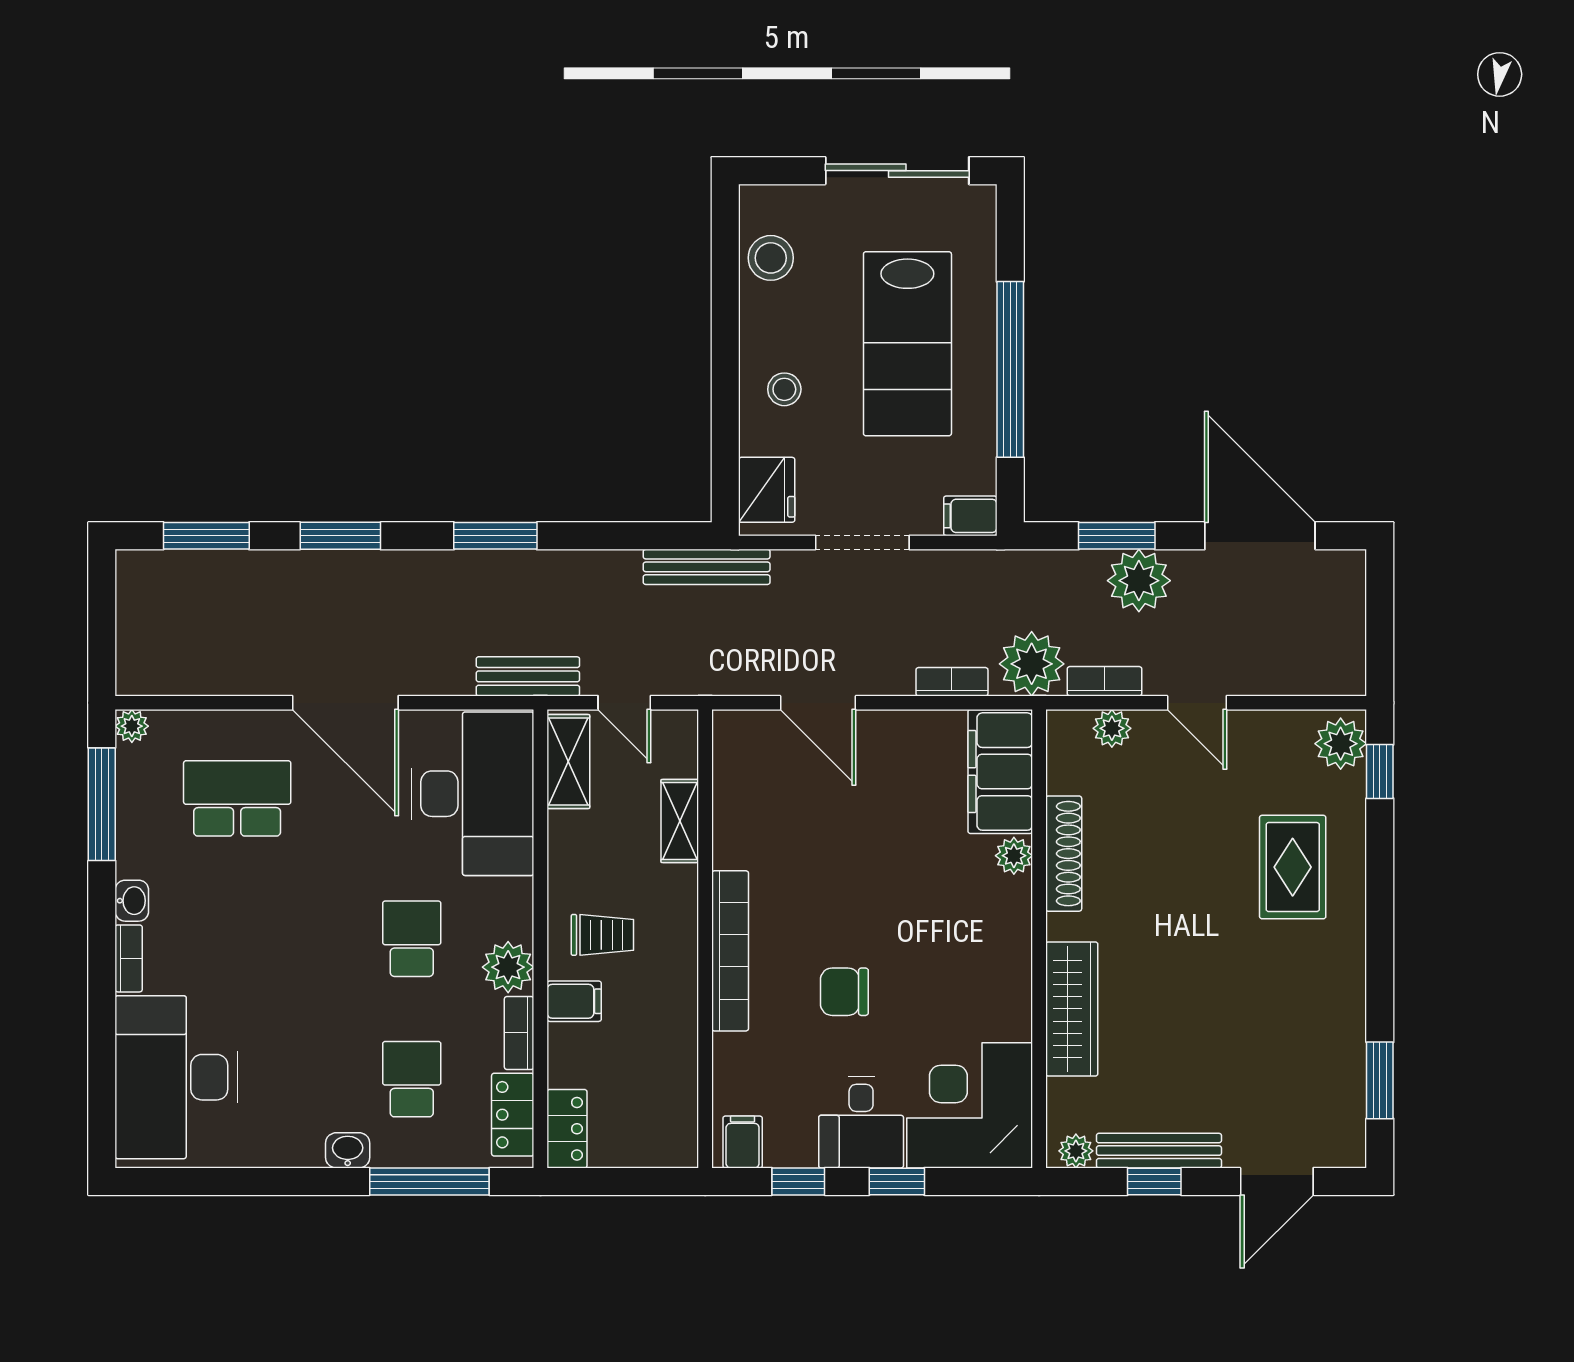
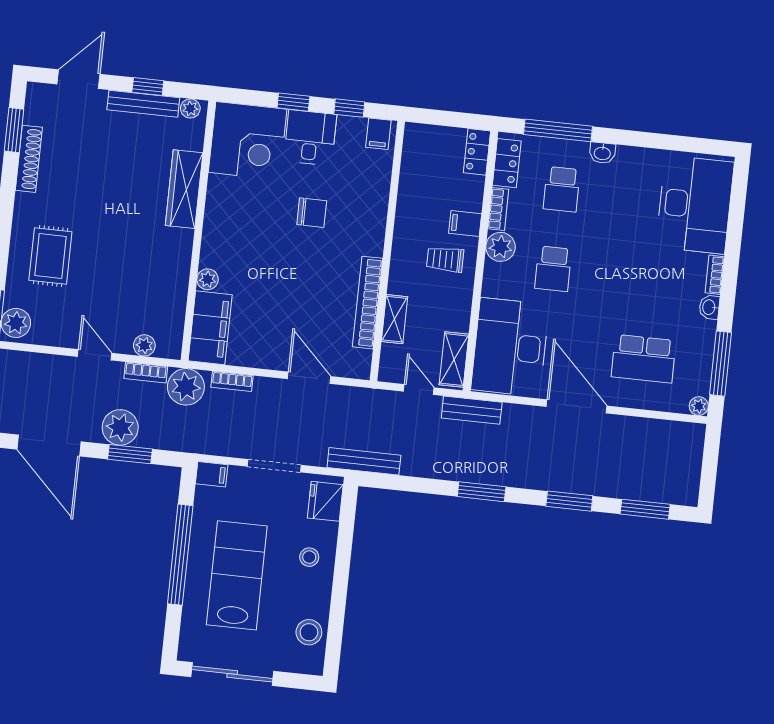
shoe rack: (1064, 854) -> (29, 159), moved, turned 180
bookcase: (730, 951) -> (367, 303), moved

